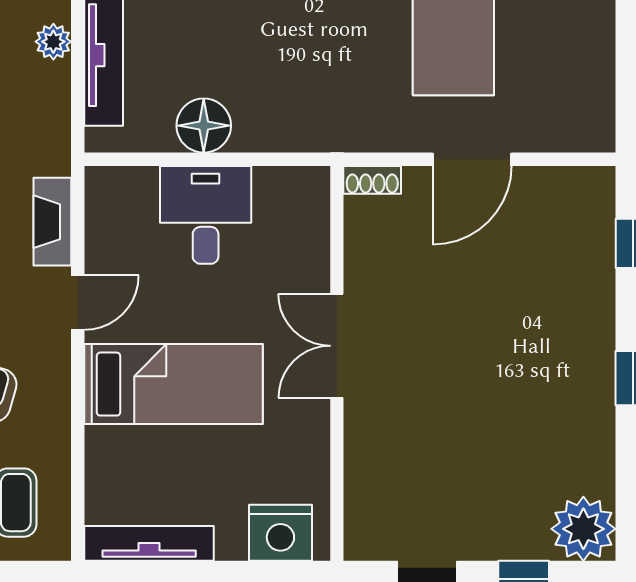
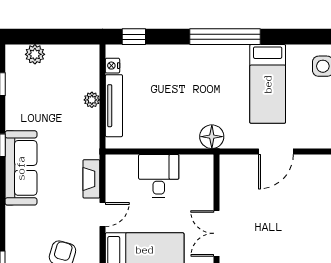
floor lamp: (204, 126) -> (212, 137), moved
shoe rack: (372, 180) -> (232, 161), removed

